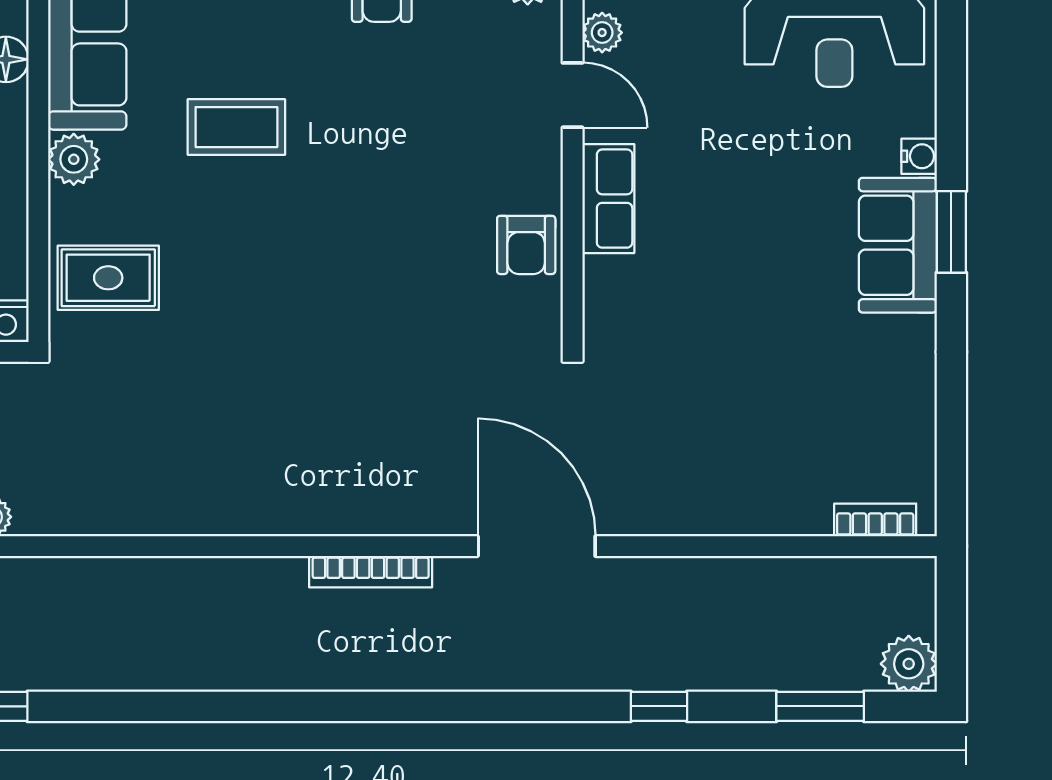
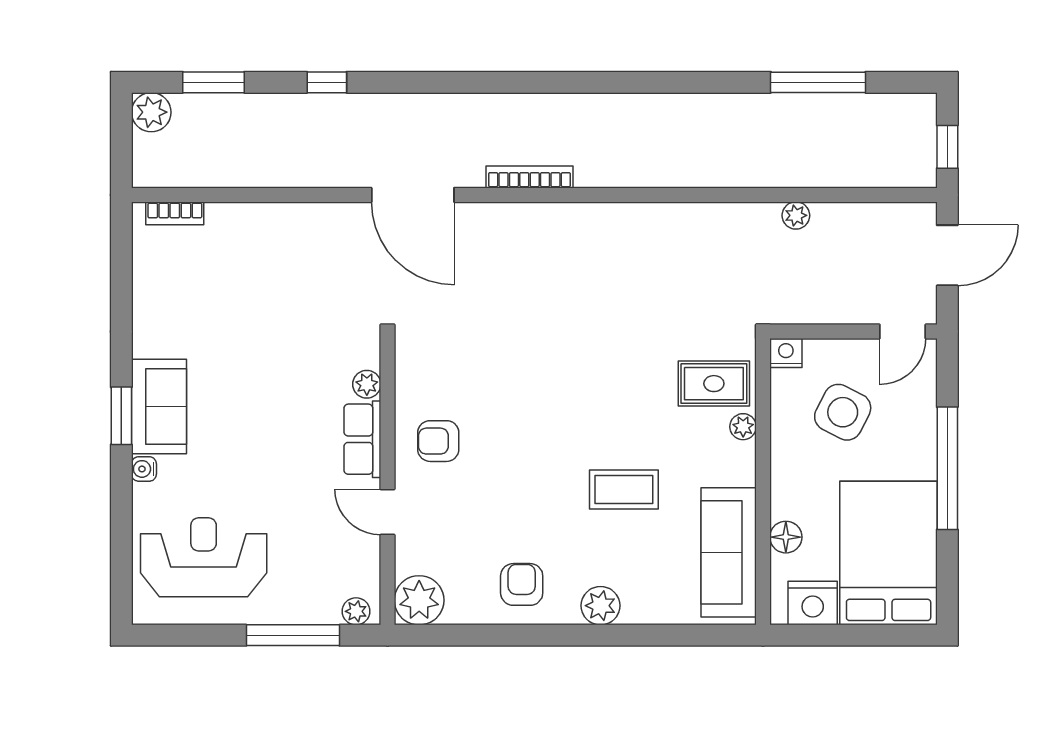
plant: (602, 33) -> (367, 384), moved
plant: (74, 159) -> (743, 427), moved, width x0.73, depth x0.73
armchair: (526, 245) -> (438, 441), moved, turned -90

